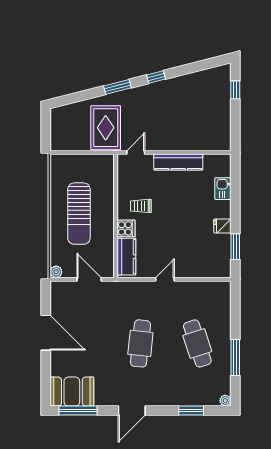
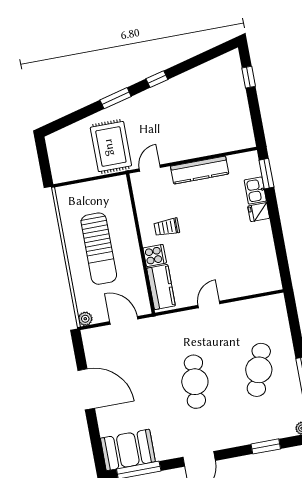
fridge: (222, 226) -> (259, 212), moved
window: (235, 247) -> (266, 174), moved
cafe table: (197, 343) -> (259, 370), turned 36

